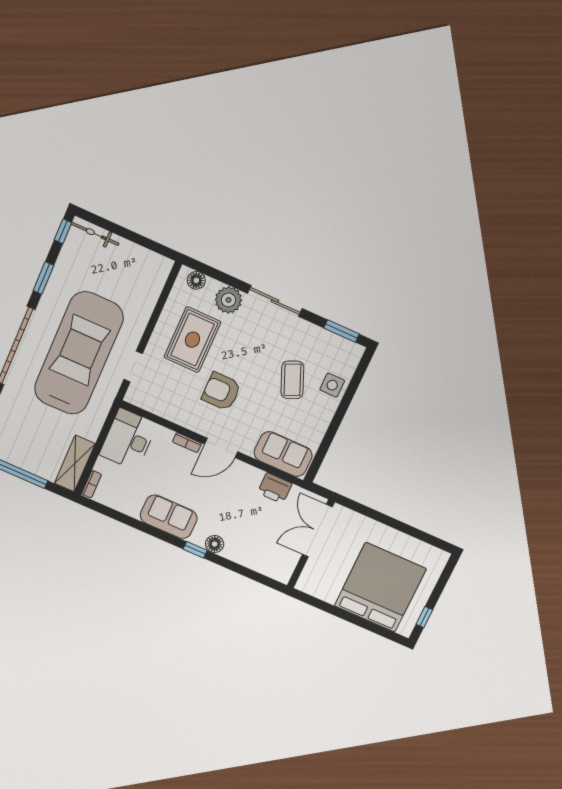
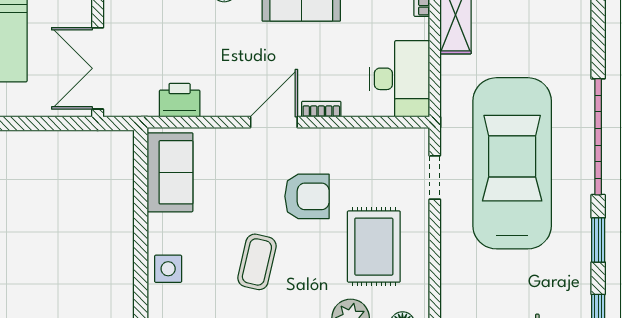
car: (79, 353) -> (512, 163), turned 180
coffee table: (292, 380) -> (257, 262), moved, turned 36
sofa: (283, 454) -> (170, 172), moved, turned -90
double door: (317, 531) -> (98, 68), swing flipped

